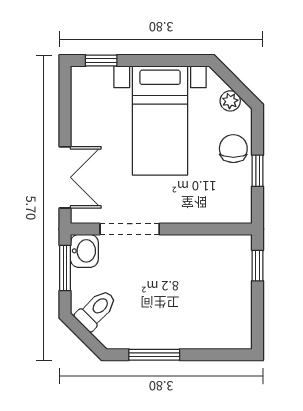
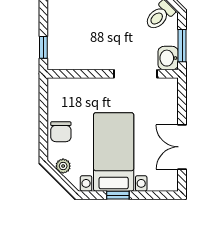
window: (101, 60) -> (118, 195), moved
window: (258, 171) -> (43, 116), removed
double door: (65, 177) -> (182, 147), moved

